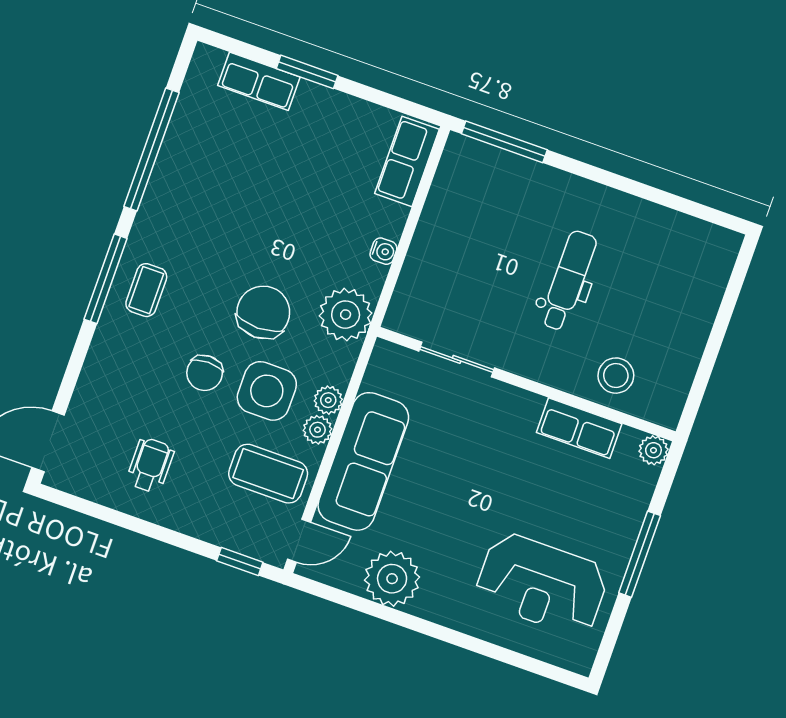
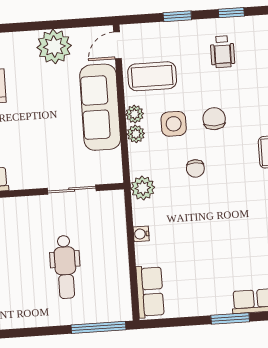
dental chair: (568, 281) -> (65, 267), moved
chair: (263, 312) -> (195, 168), width x0.54, depth x0.54
plant: (346, 315) -> (143, 188), width x0.73, depth x0.73
side table: (267, 391) -> (174, 124), width x0.73, depth x0.73
window: (113, 516) -> (231, 13), added
window: (240, 561) -> (177, 16), moved

